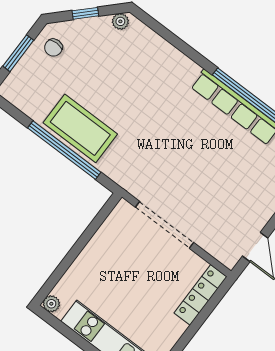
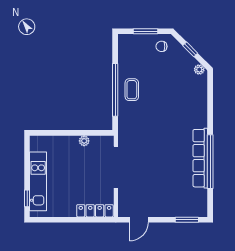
coffee table: (80, 128) -> (132, 90), width x0.54, depth x0.58
plant: (51, 304) -> (84, 141), moved

